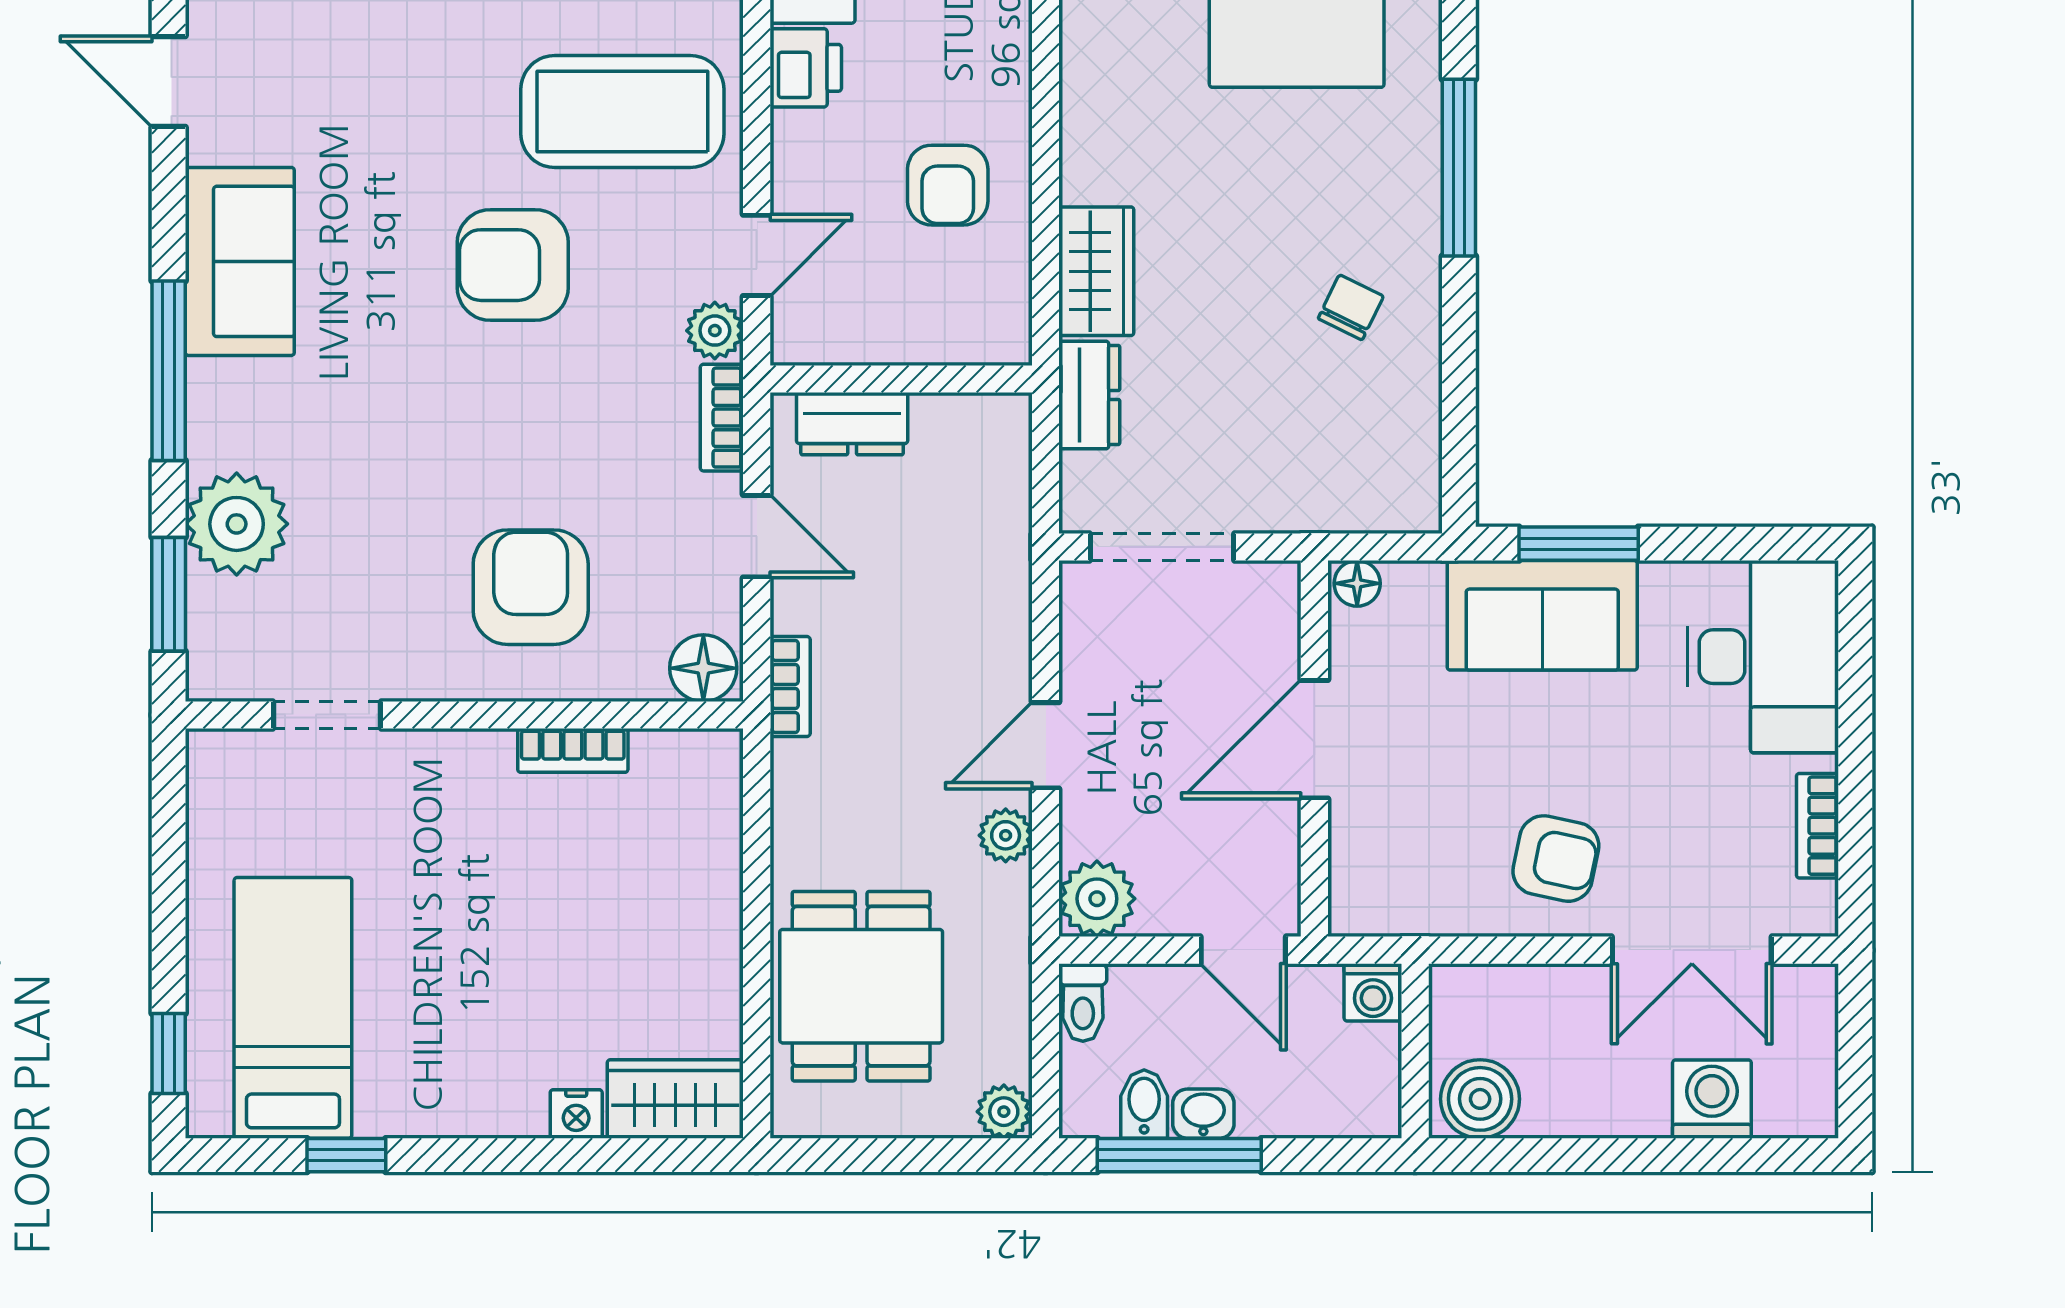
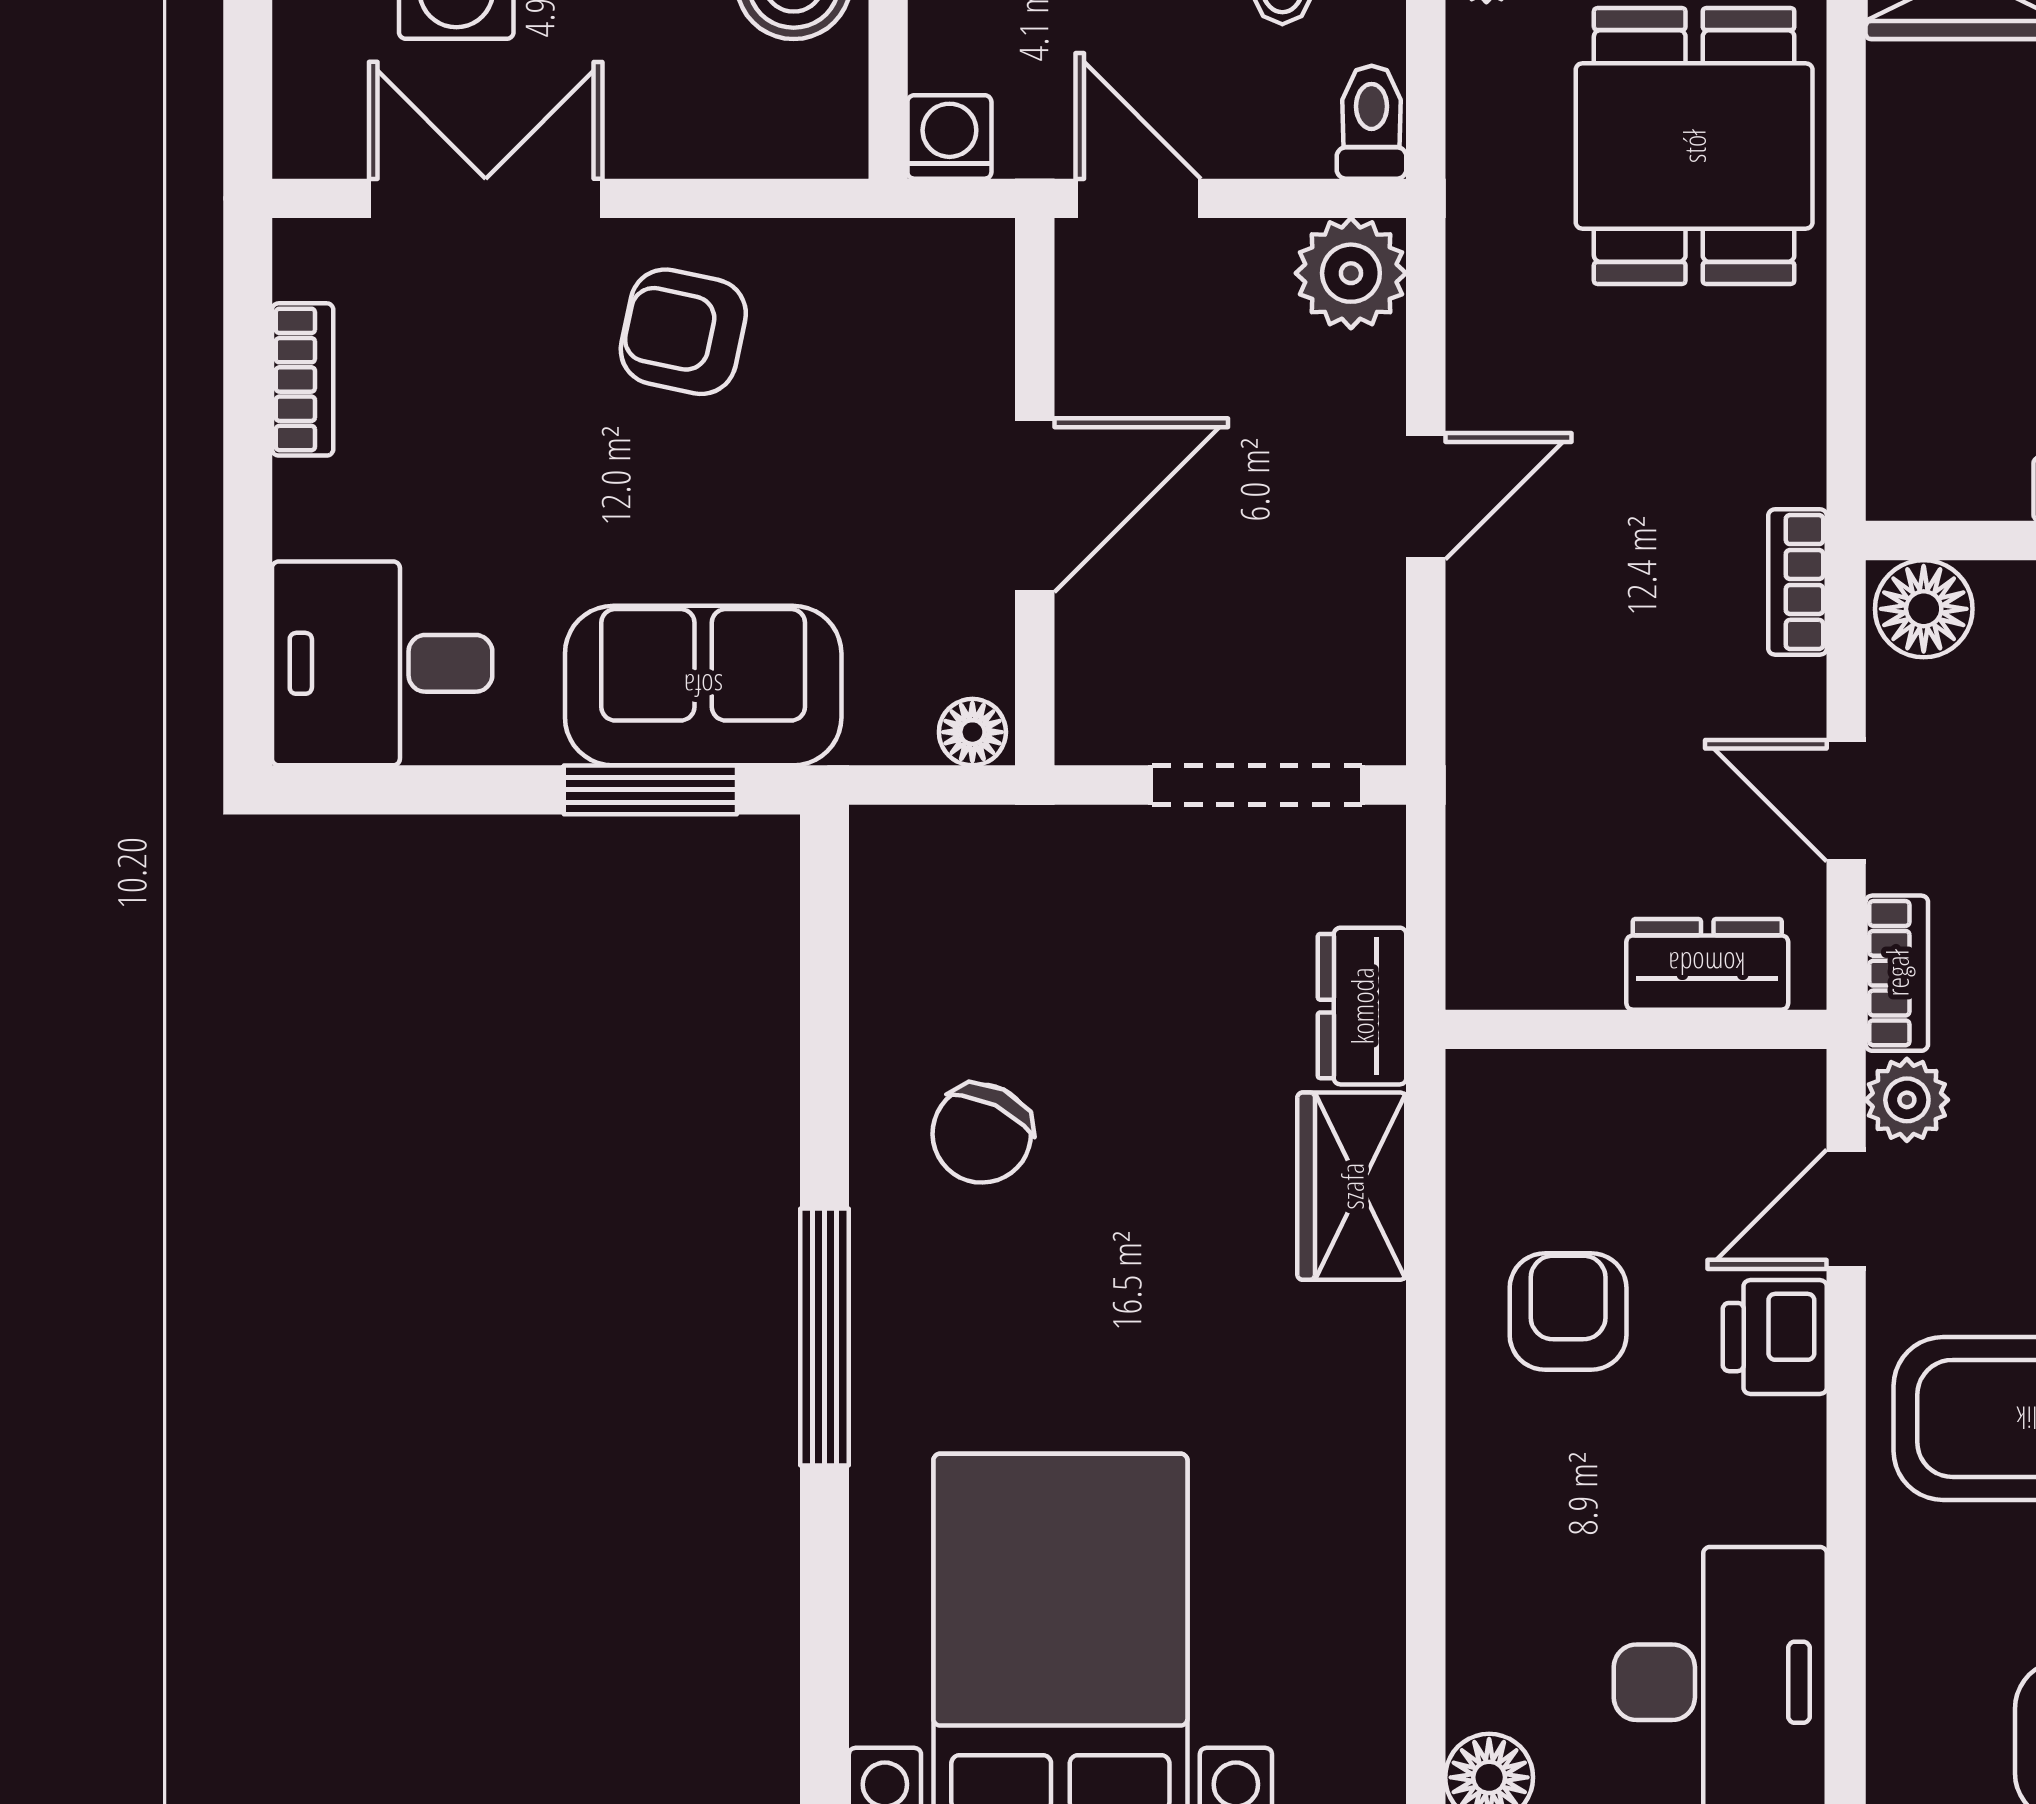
printer: (806, 68) -> (1775, 1337), moved
chair: (1351, 307) -> (982, 1134), width x1.37, depth x1.37
desk: (1763, 657) -> (382, 663), width x0.73
plant: (1006, 835) -> (1484, 365), removed

